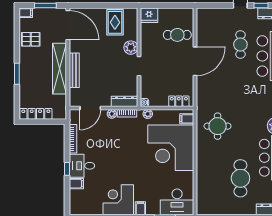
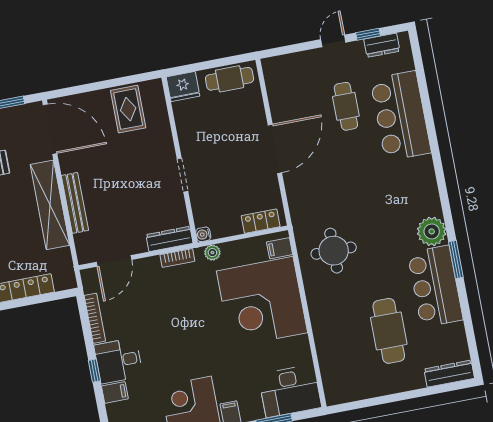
cafe table: (177, 35) -> (230, 79), moved
plant: (131, 48) -> (163, 146), removed
plant: (112, 114) -> (152, 264), removed

